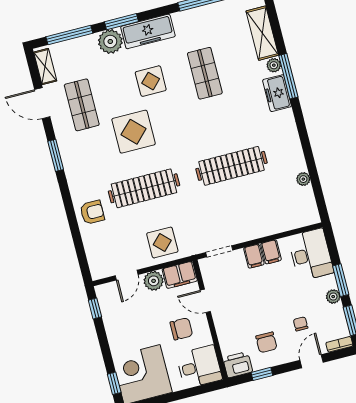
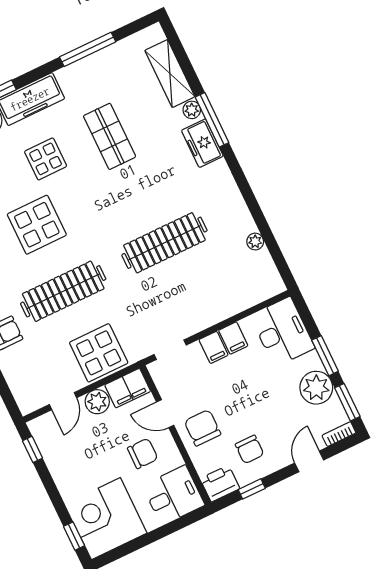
display table: (162, 243) -> (99, 353), width x1.36, depth x1.36
plant: (333, 297) -> (316, 388), width x1.87, depth x1.87
chair: (301, 324) -> (202, 428), moved, width x1.87, depth x1.87

